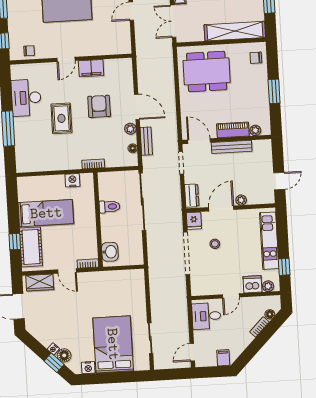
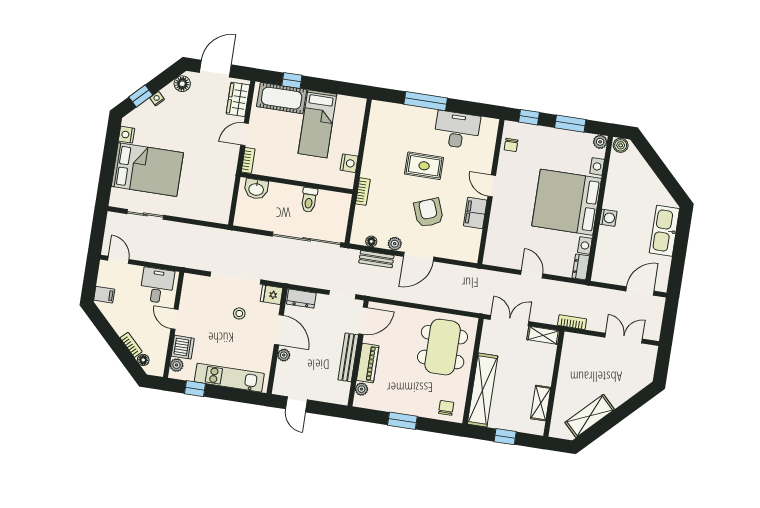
armchair: (99, 106) -> (429, 213), turned -111
floor lamp: (64, 355) -> (182, 84), moved

